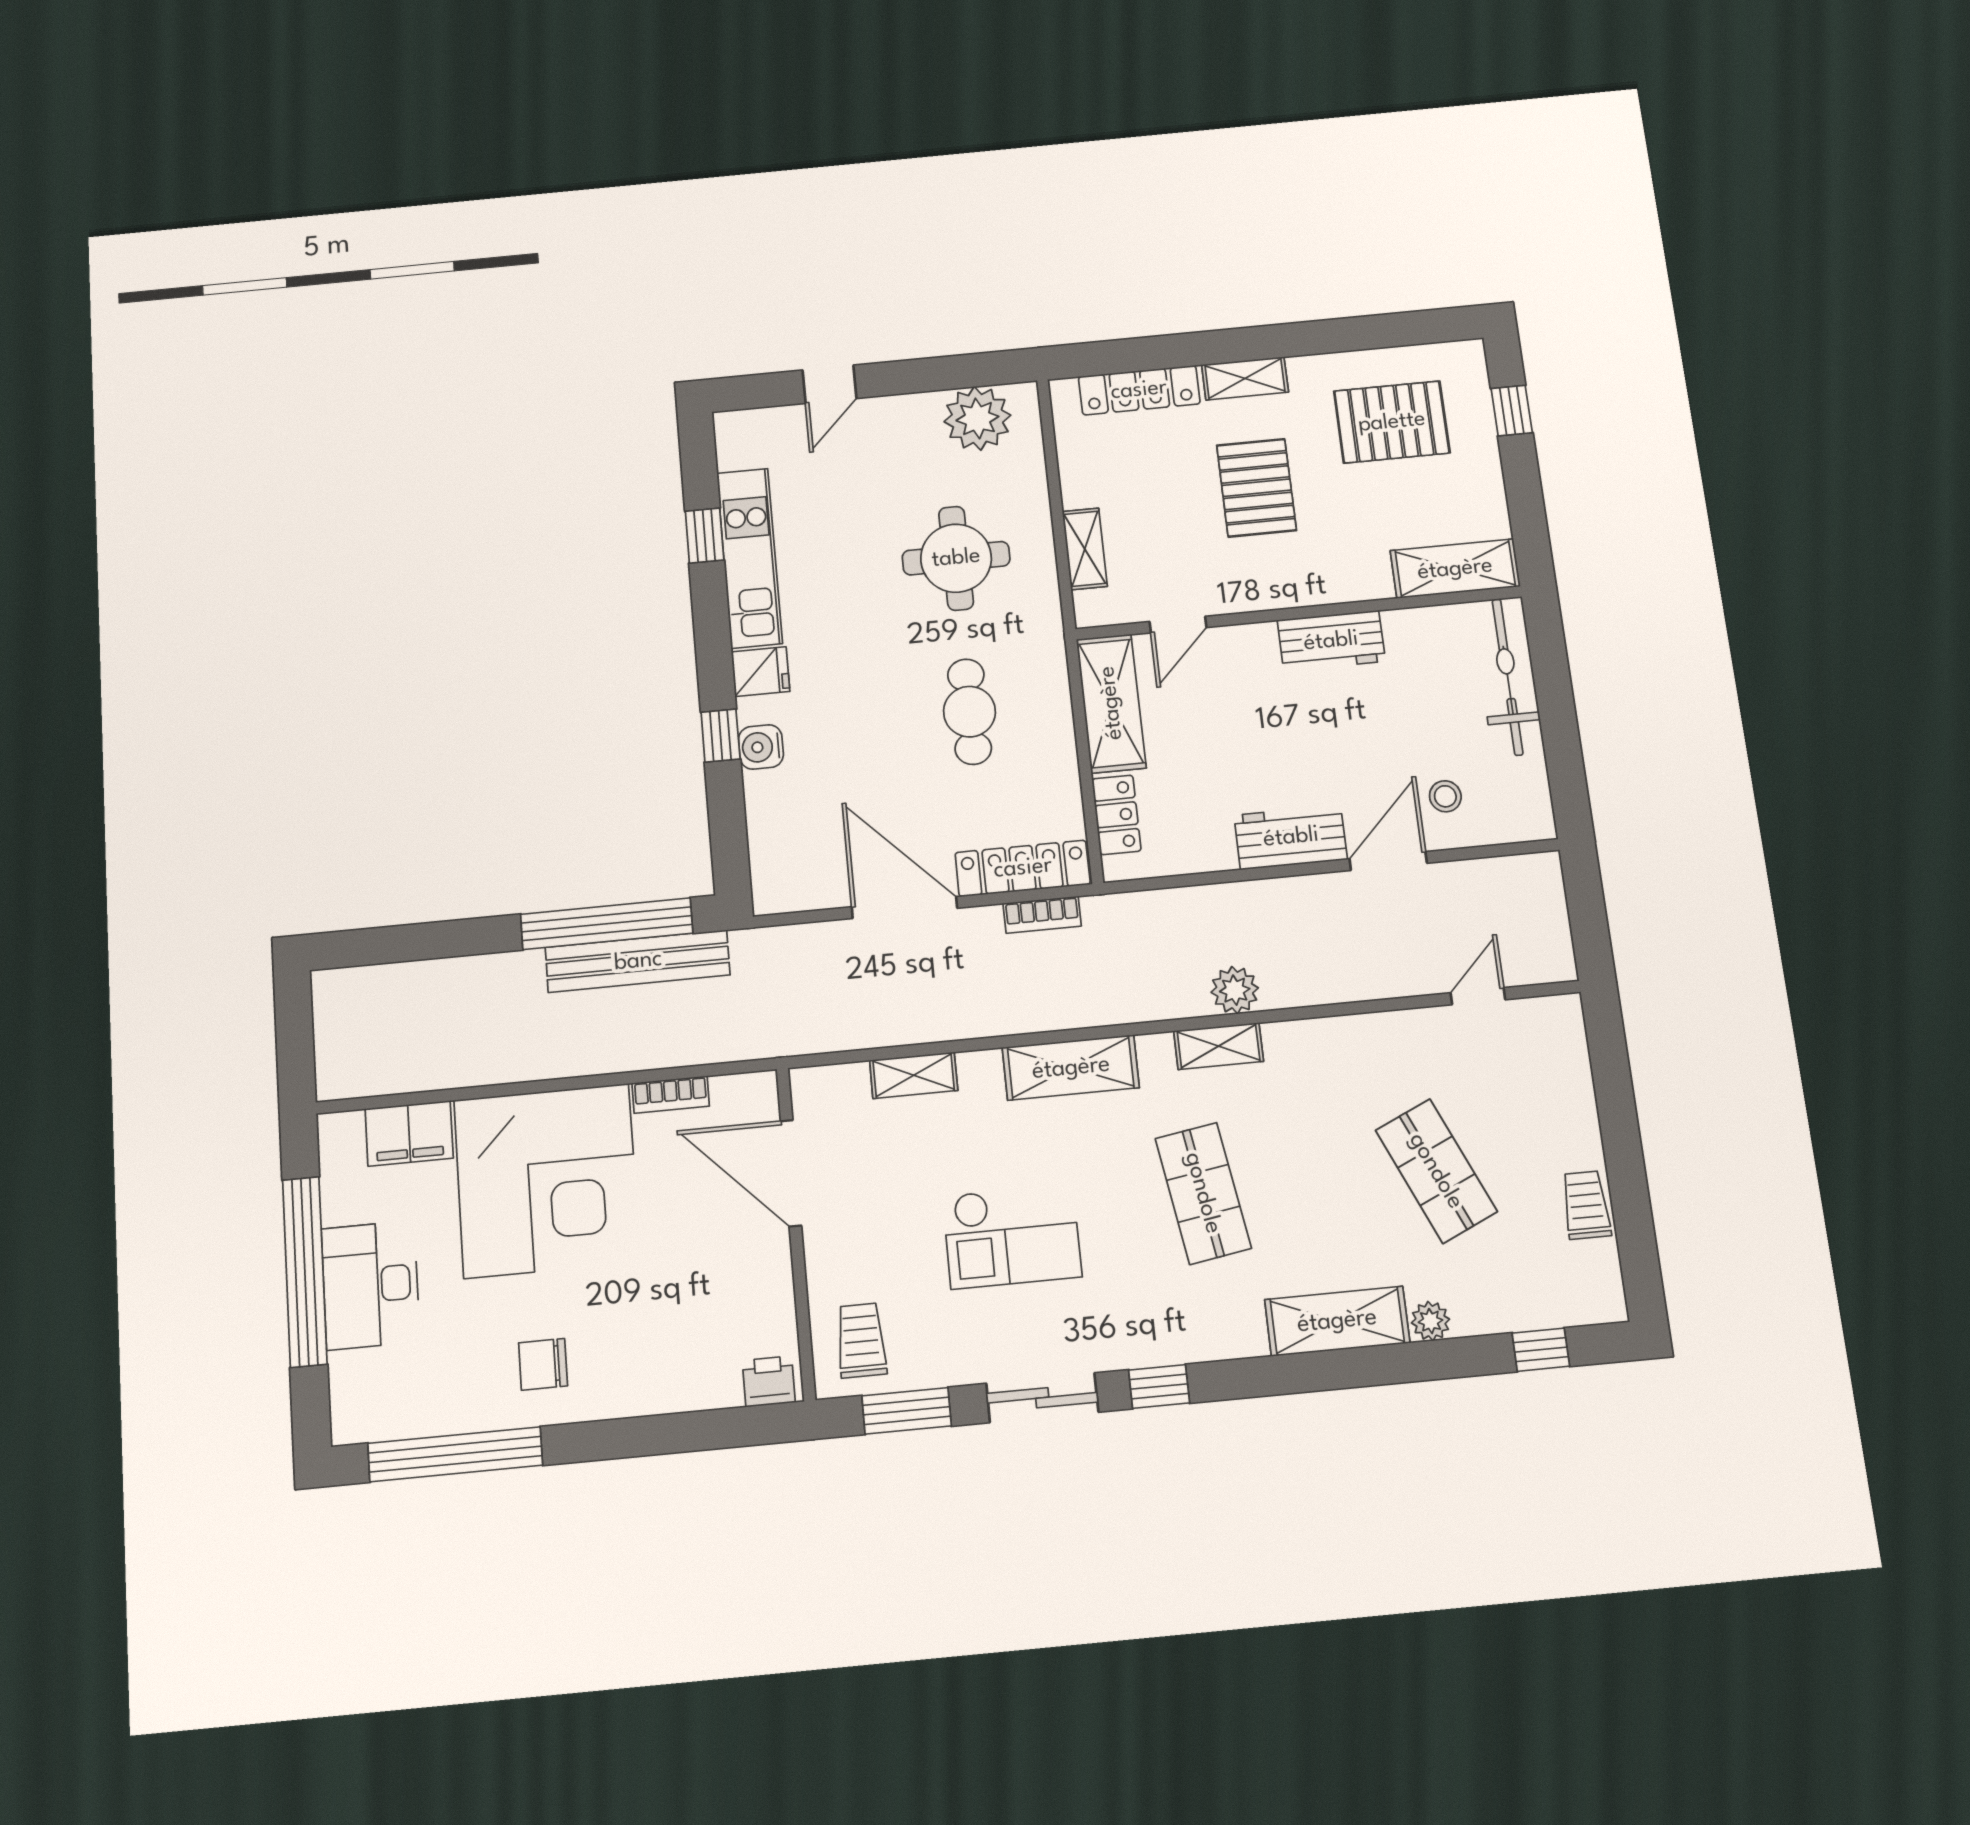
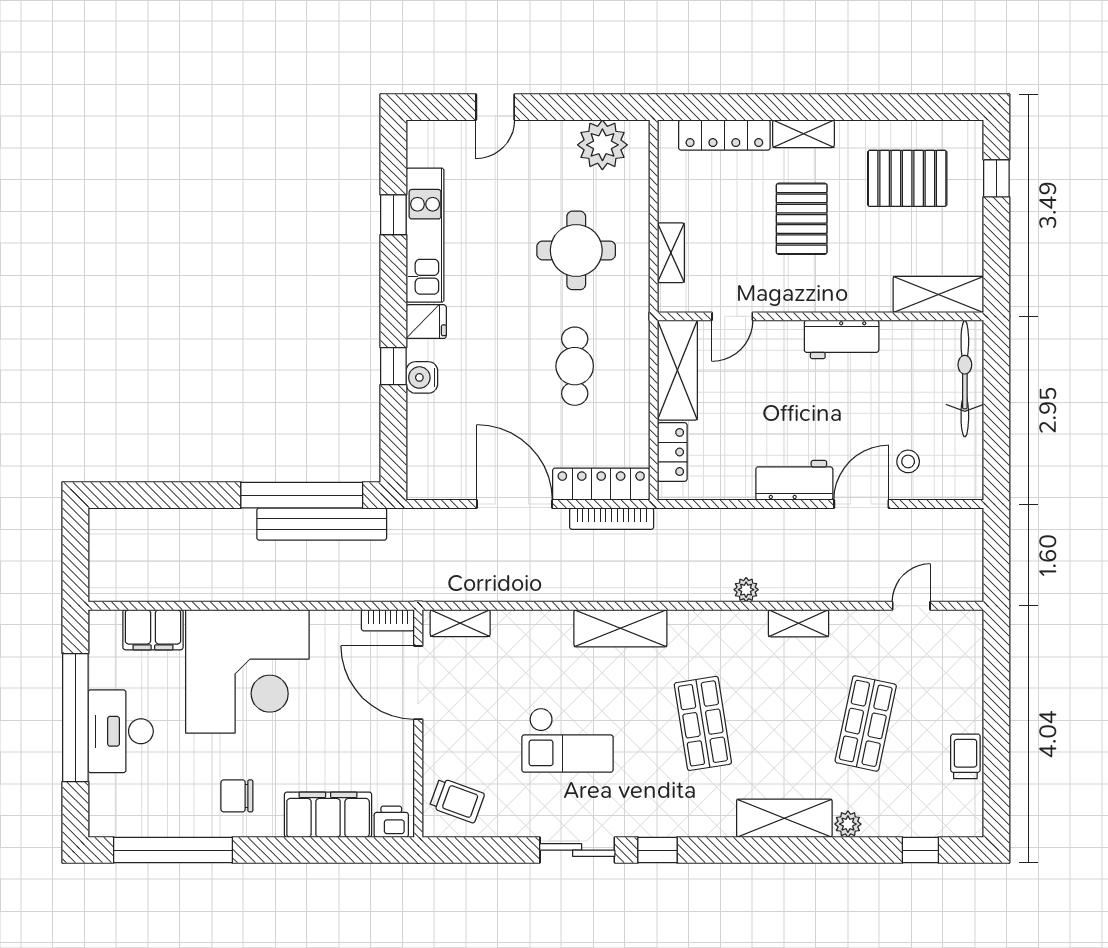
bookcase: (1042, 915) -> (612, 519), width x1.56
plant: (1235, 990) -> (746, 590), width x0.73, depth x0.73
shelving: (1219, 1046) -> (799, 623), moved
shelving: (914, 1075) -> (460, 623), moved
bookcase: (671, 1095) -> (388, 620), moved
shop shelf: (1436, 1171) -> (866, 723), turned 36
trolley: (861, 1340) -> (457, 800), turned 110
filing cabinet: (676, 1380) -> (328, 815), added
window: (907, 1411) -> (484, 850), removed

